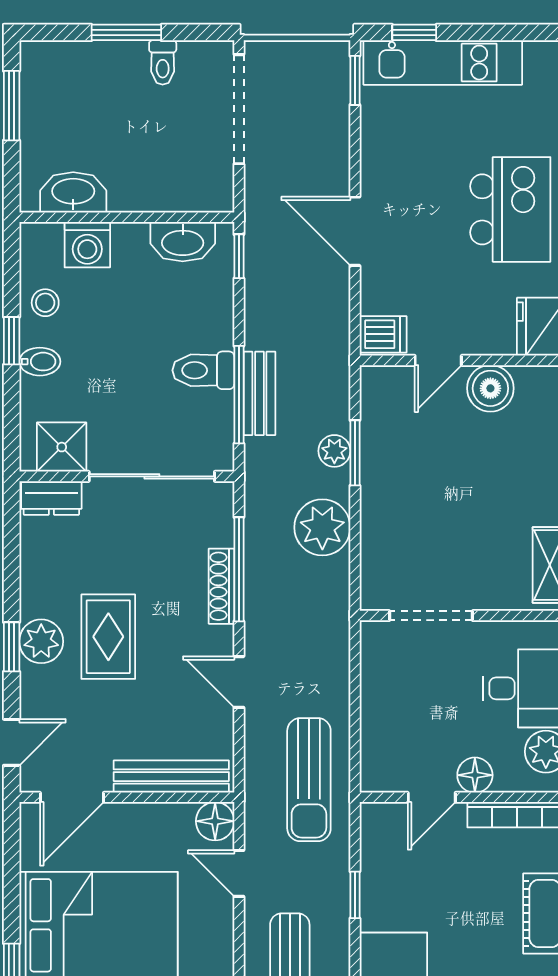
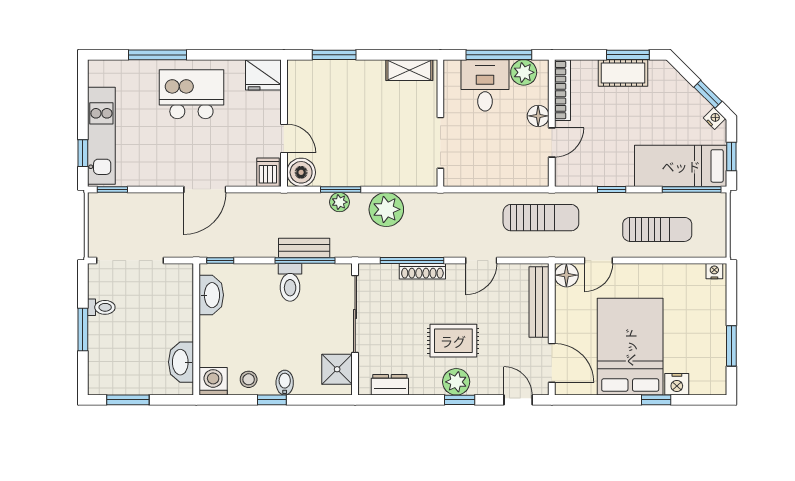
washing machine: (87, 245) -> (213, 381), moved, turned -90
boiler: (490, 388) -> (301, 172), moved
dresser: (51, 498) -> (390, 385), moved, turned -90
door: (432, 797) -> (552, 142), hinge flipped

